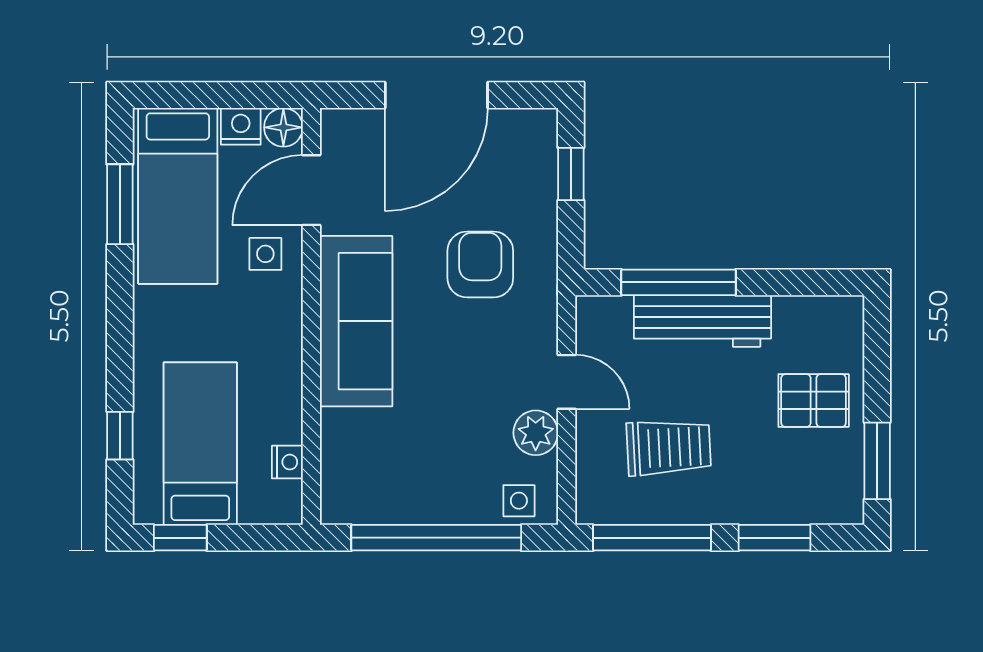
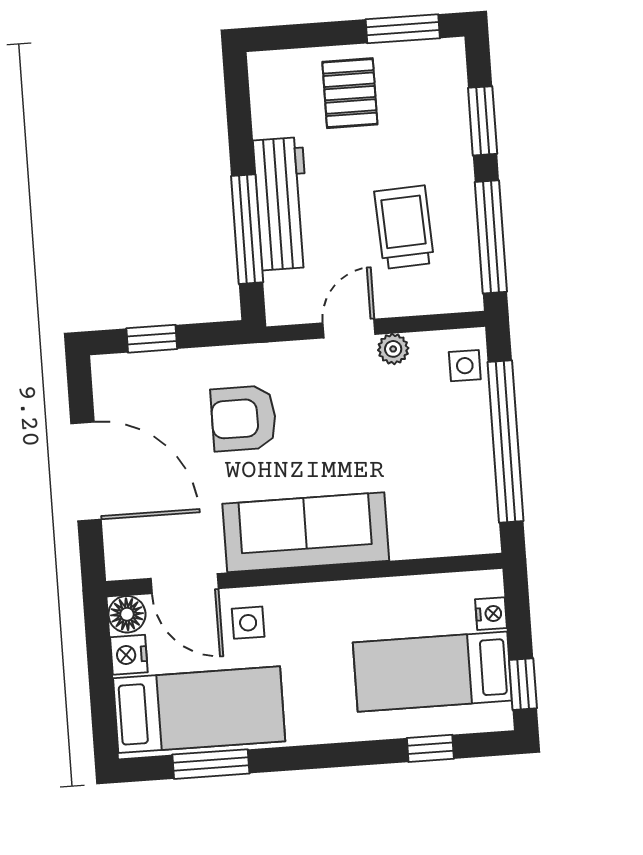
plant: (536, 433) -> (393, 349), width x0.73, depth x0.73
nightstand: (287, 462) -> (491, 614), moved, turned 90

